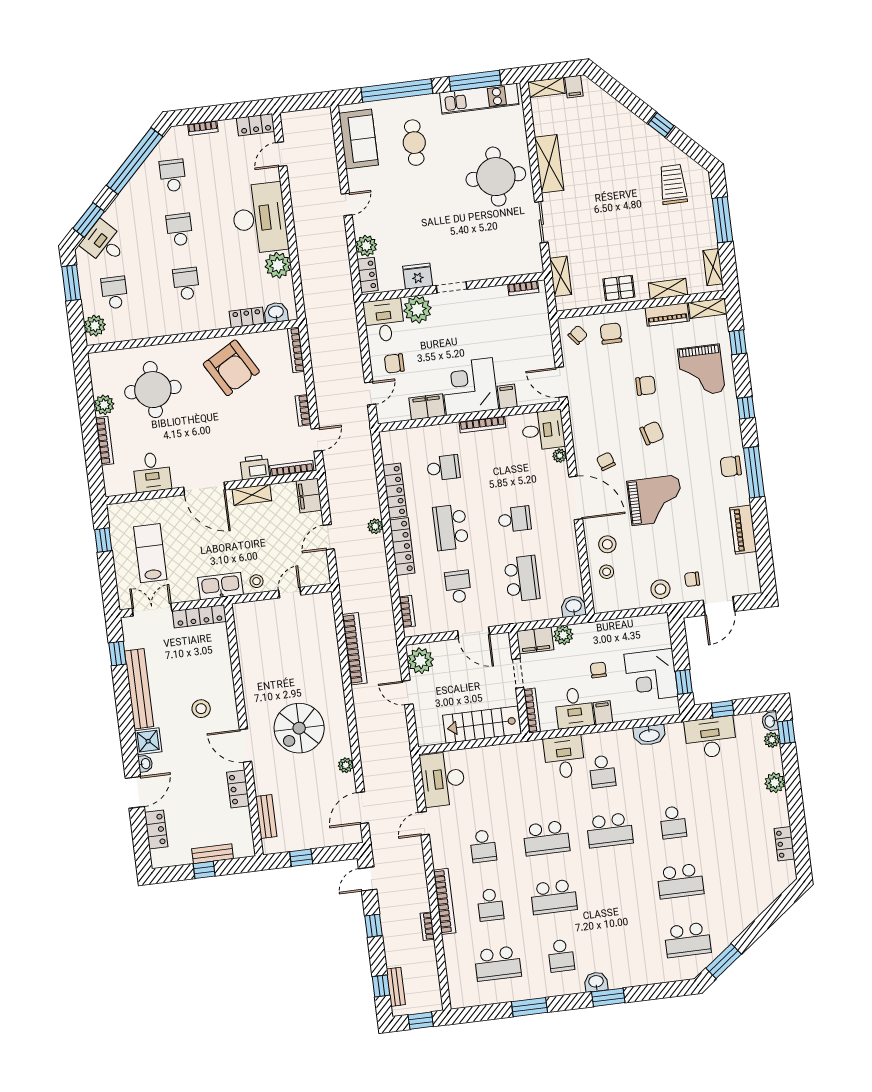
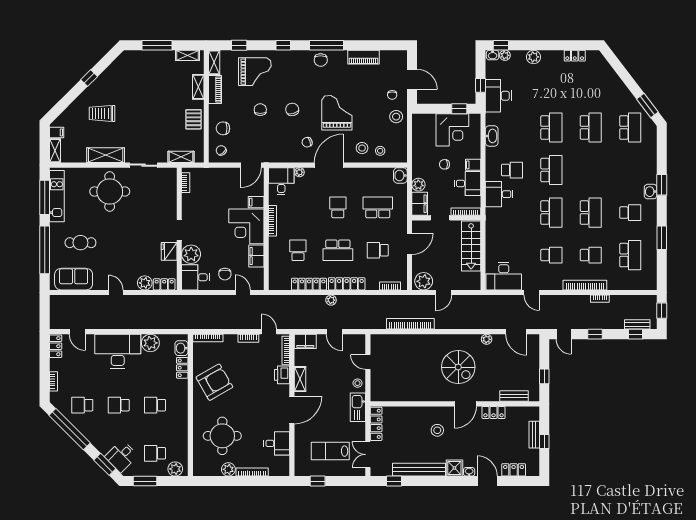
trolley: (673, 184) -> (102, 113), moved
school desk: (673, 822) -> (551, 128), width x1.85

